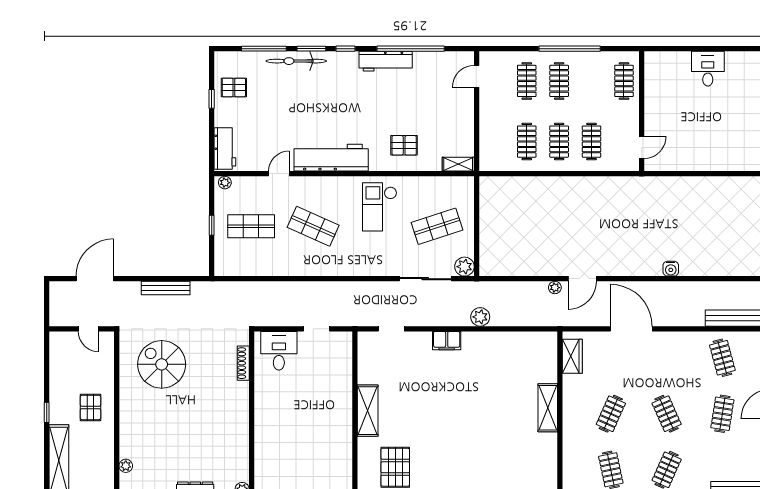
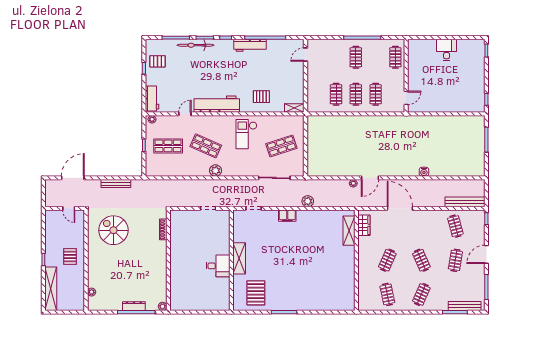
clothes rail: (527, 81) -> (336, 57), removed
plant: (464, 267) -> (216, 171), moved
desk: (279, 351) -> (218, 266), moved, turned 90
shelving: (548, 408) -> (349, 231), moved

